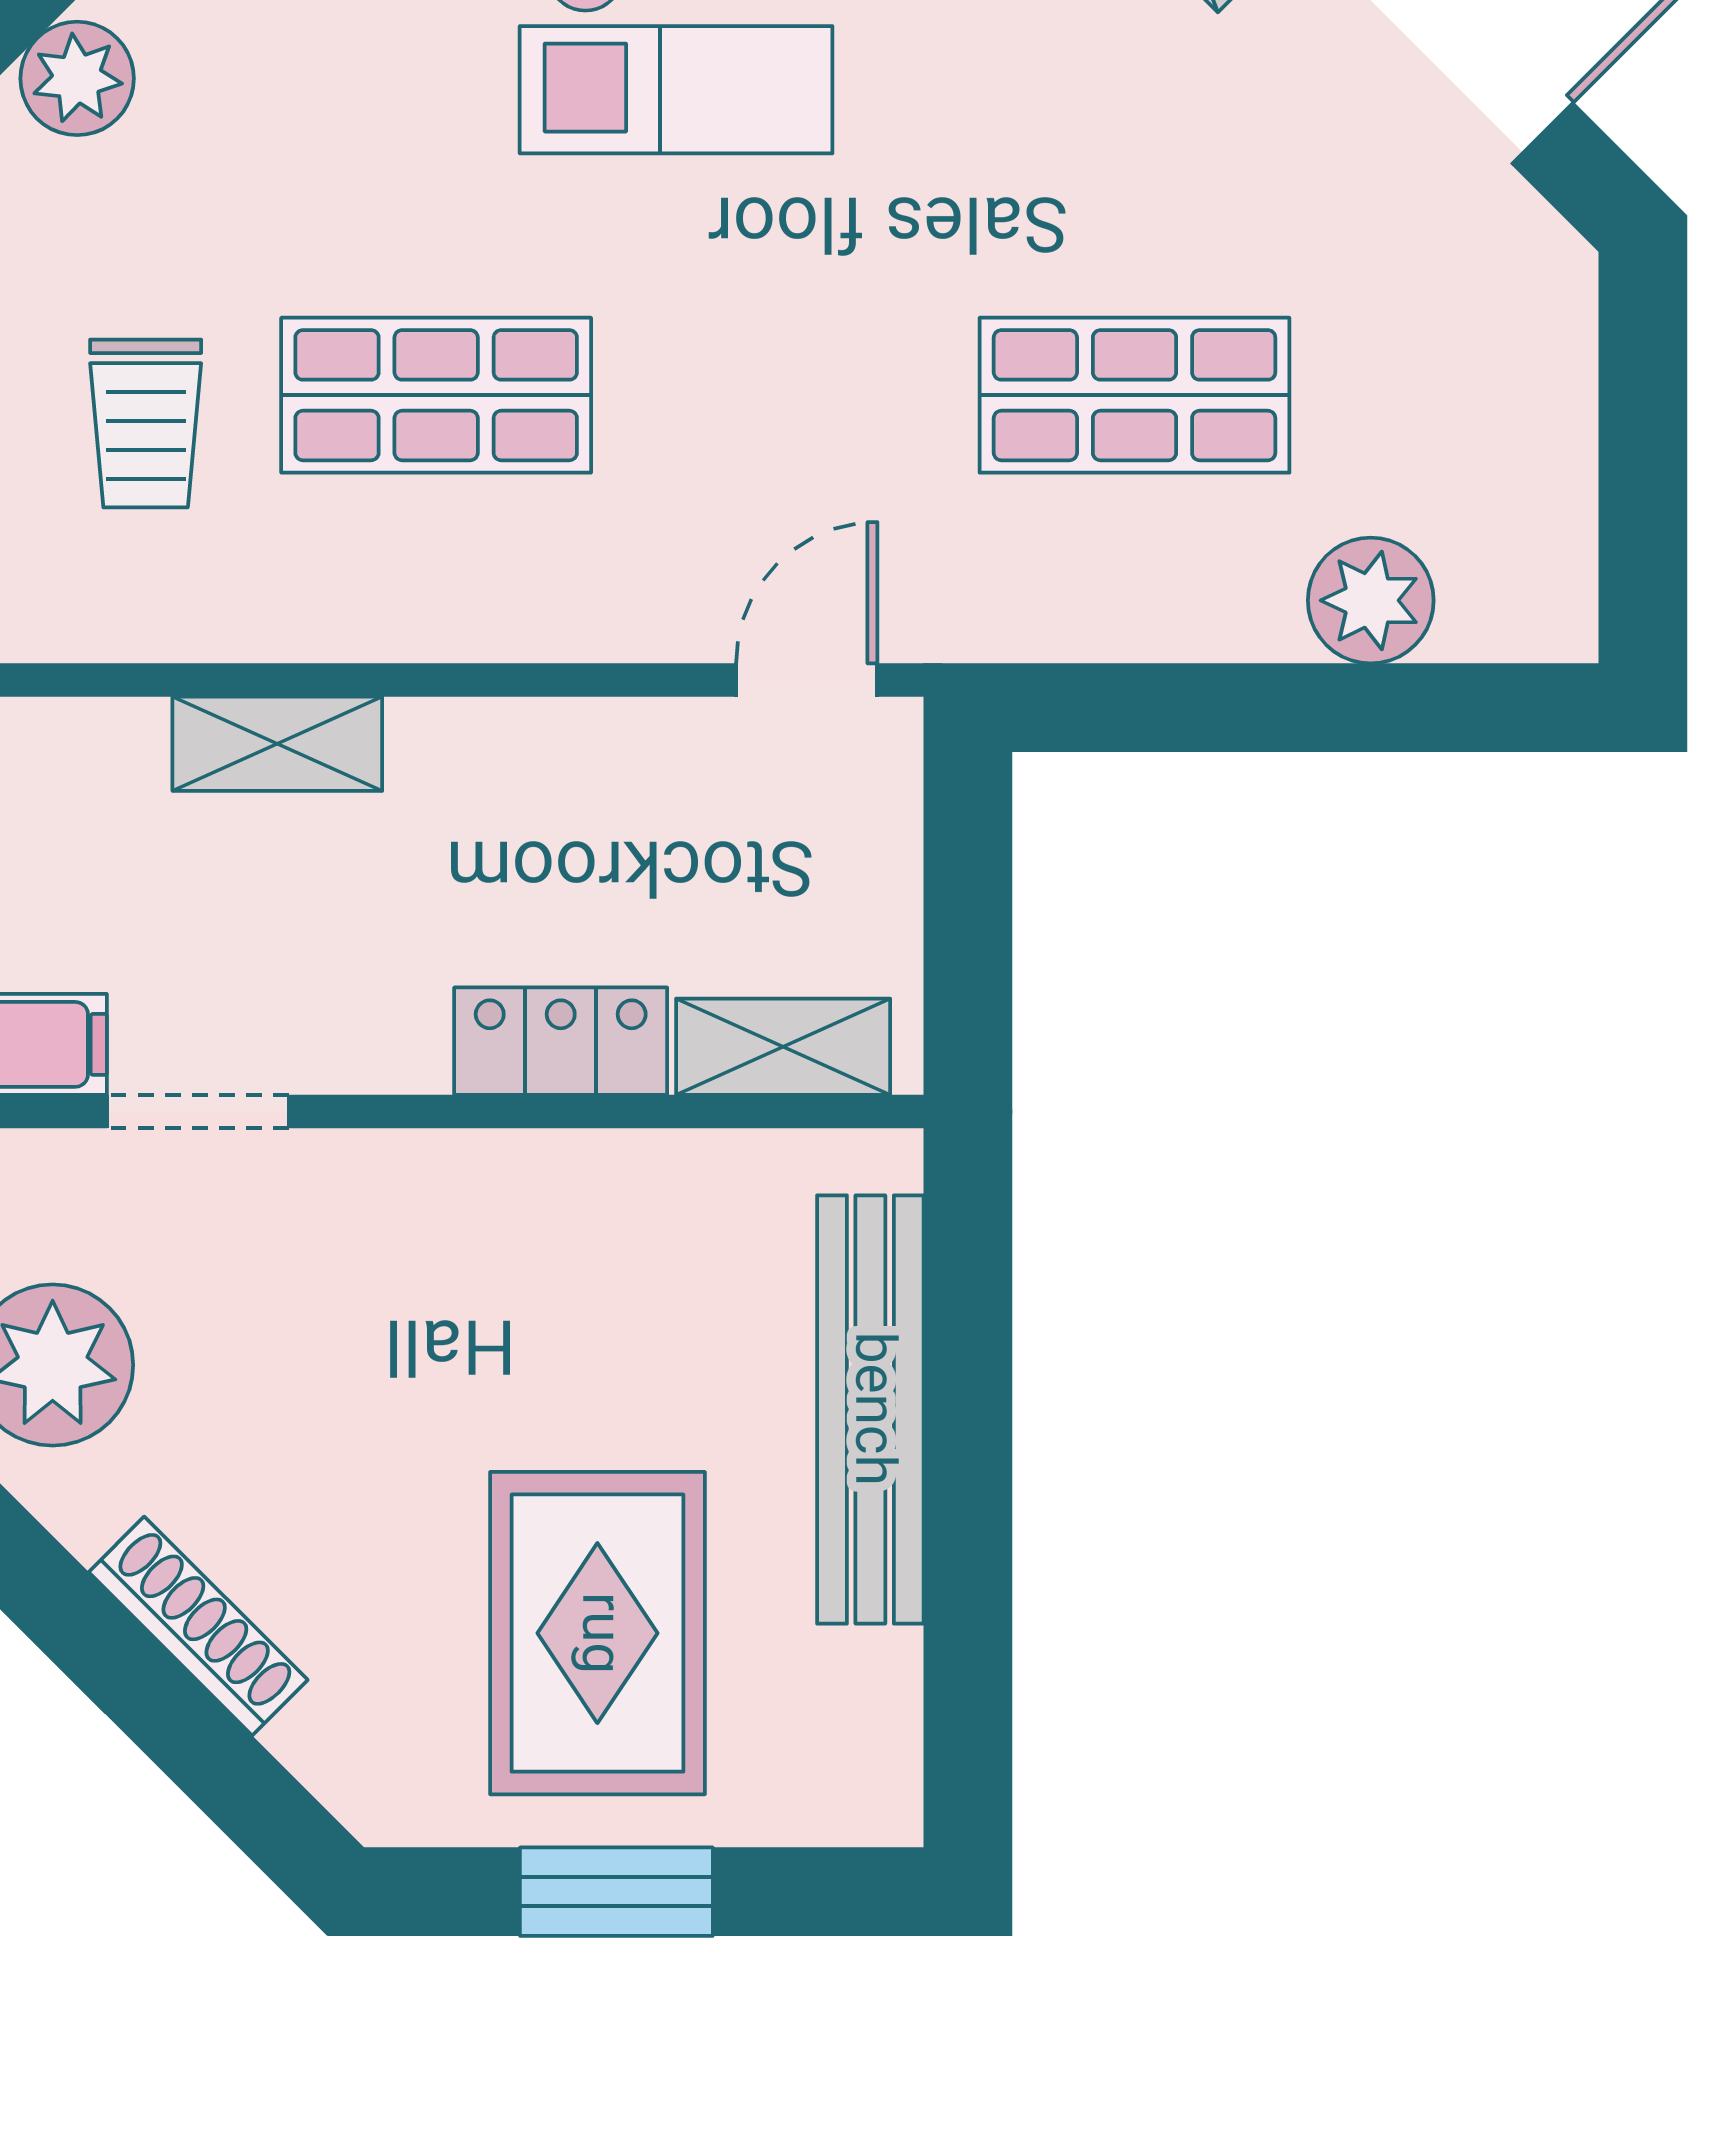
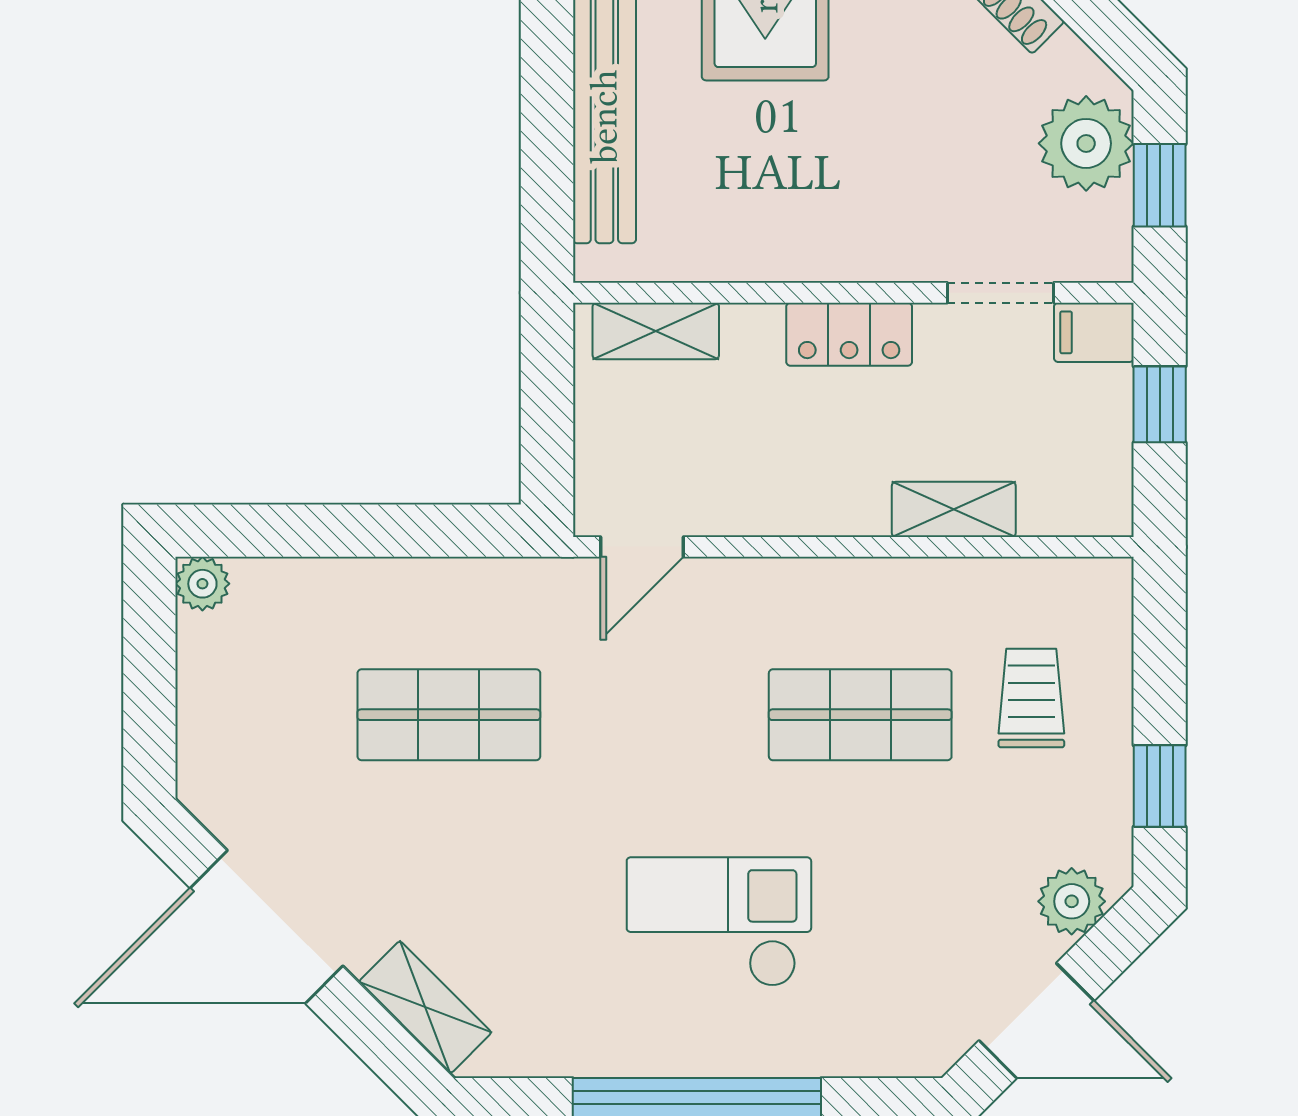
plant: (1371, 600) -> (202, 584), moved, width x0.73, depth x0.73
locker: (561, 1041) -> (849, 334), moved

